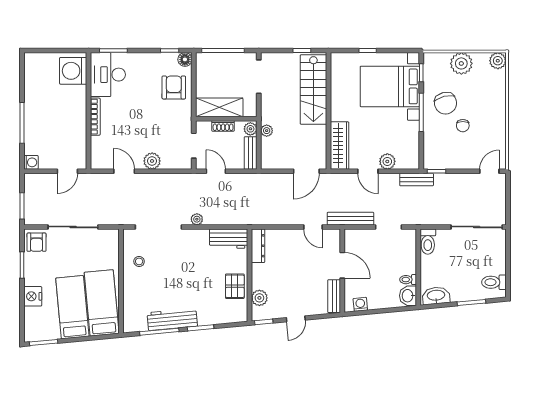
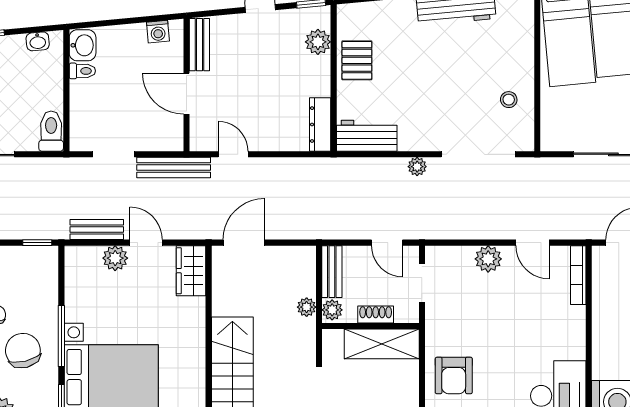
bookcase: (95, 117) -> (578, 275), moved
wardrobe: (339, 146) -> (191, 271), width x0.67
bench: (417, 180) -> (97, 230), moved
washbasin: (436, 296) -> (38, 41), width x0.52, depth x0.69

